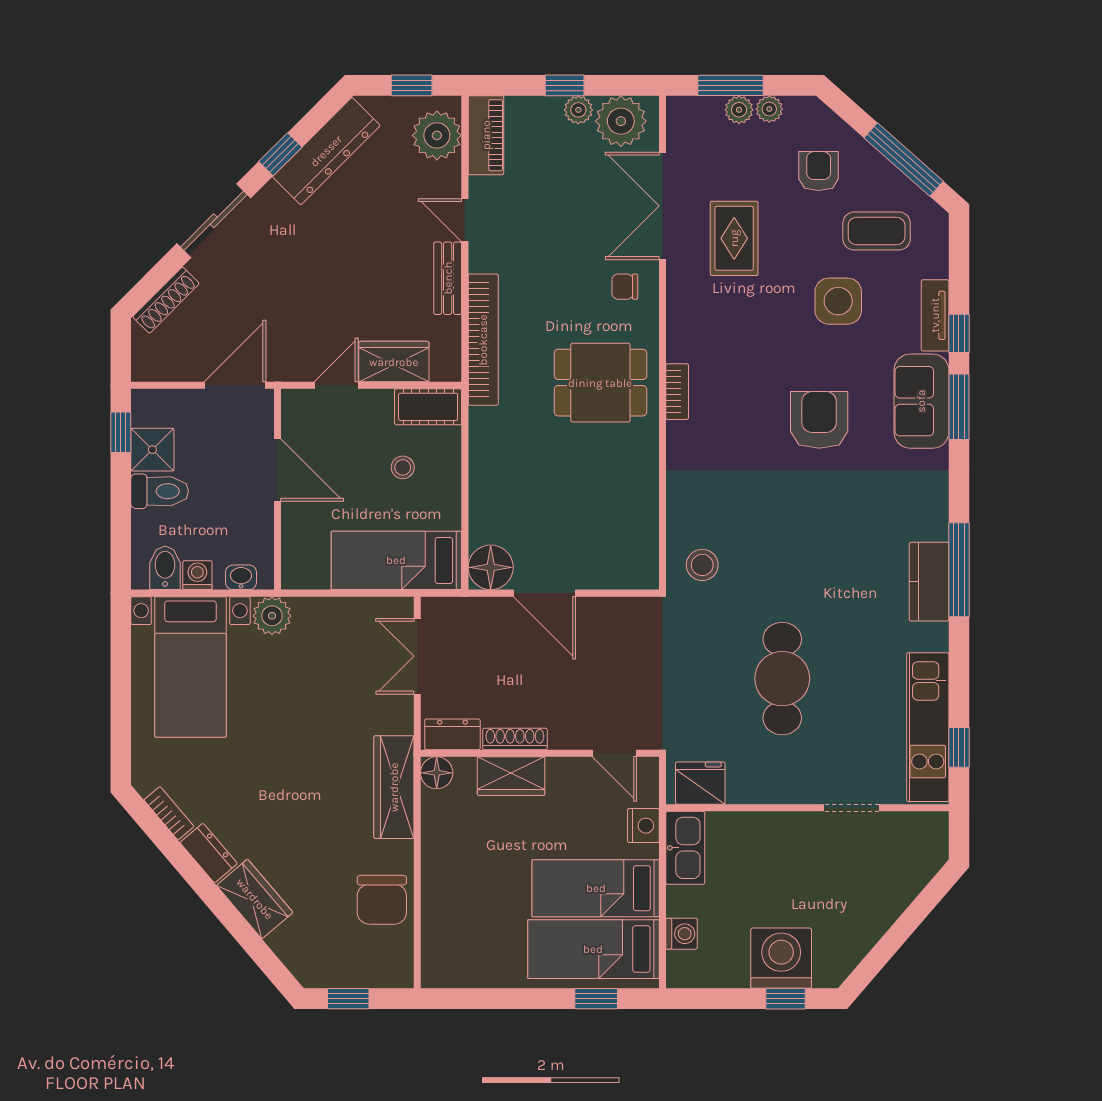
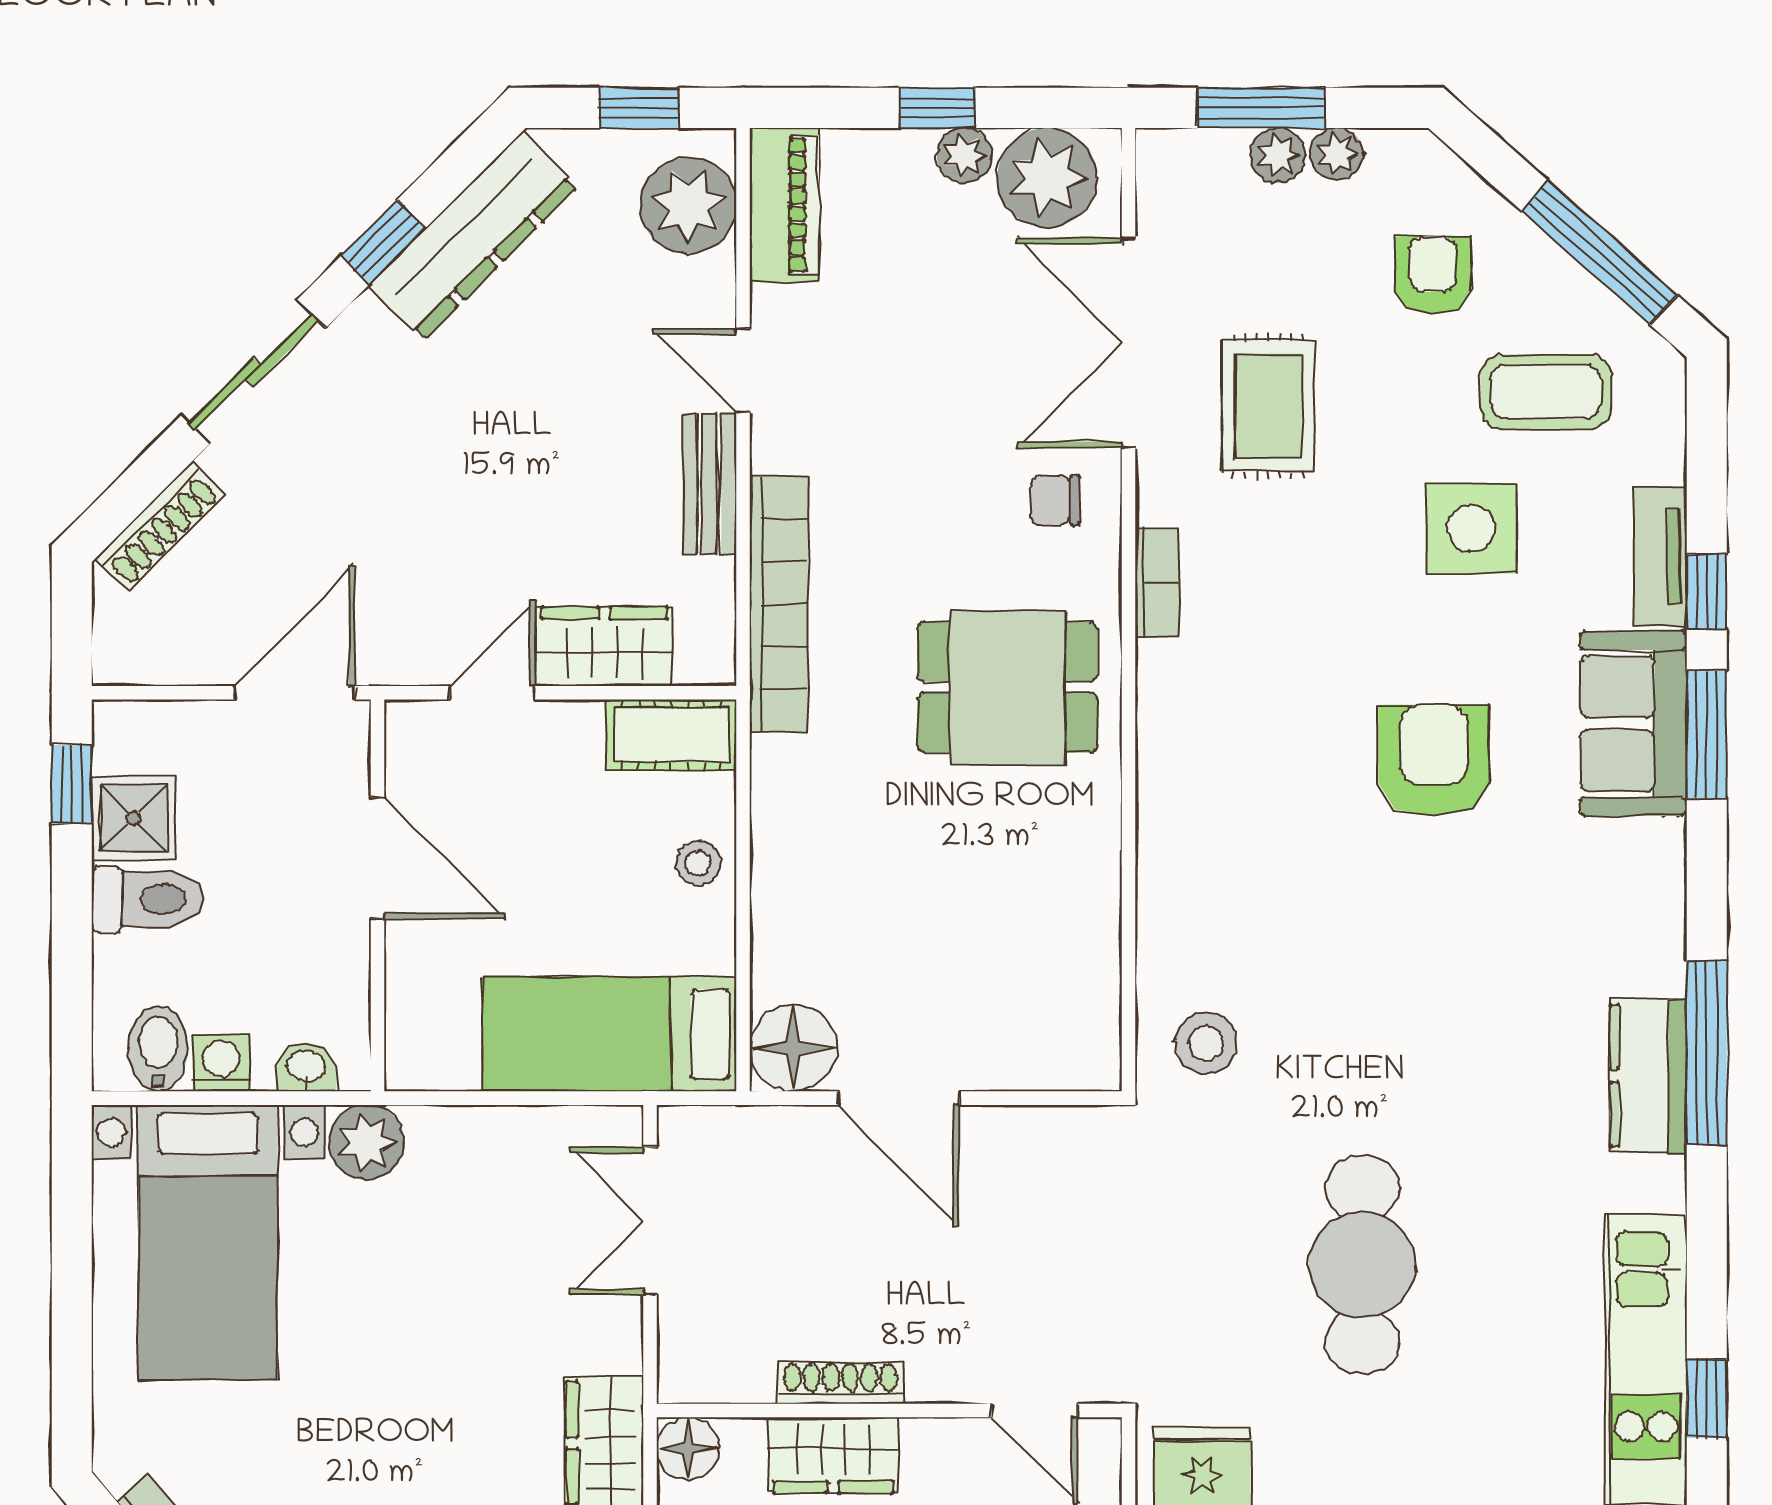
bookcase: (677, 392) -> (1157, 583), moved
stool: (403, 467) -> (698, 863), moved
dresser: (452, 734) -> (719, 1374), removed

